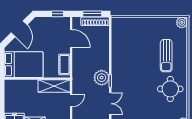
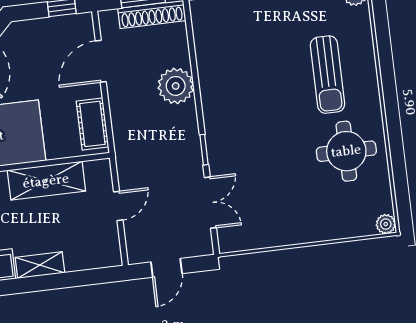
door: (71, 38) -> (101, 61), swing flipped
plant: (102, 78) -> (176, 86), moved
shelving: (54, 86) -> (46, 181), moved

